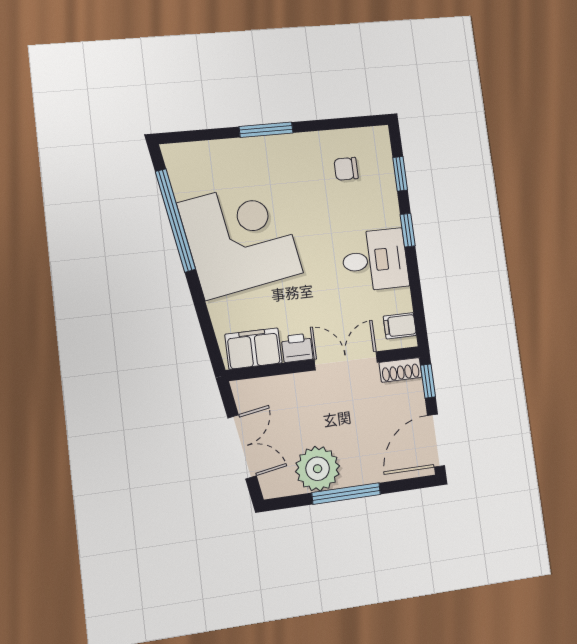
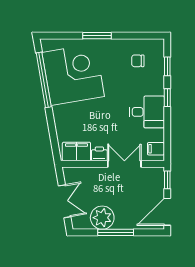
corner desk: (240, 238) -> (73, 74), moved
shoe rack: (400, 370) -> (153, 172), removed

